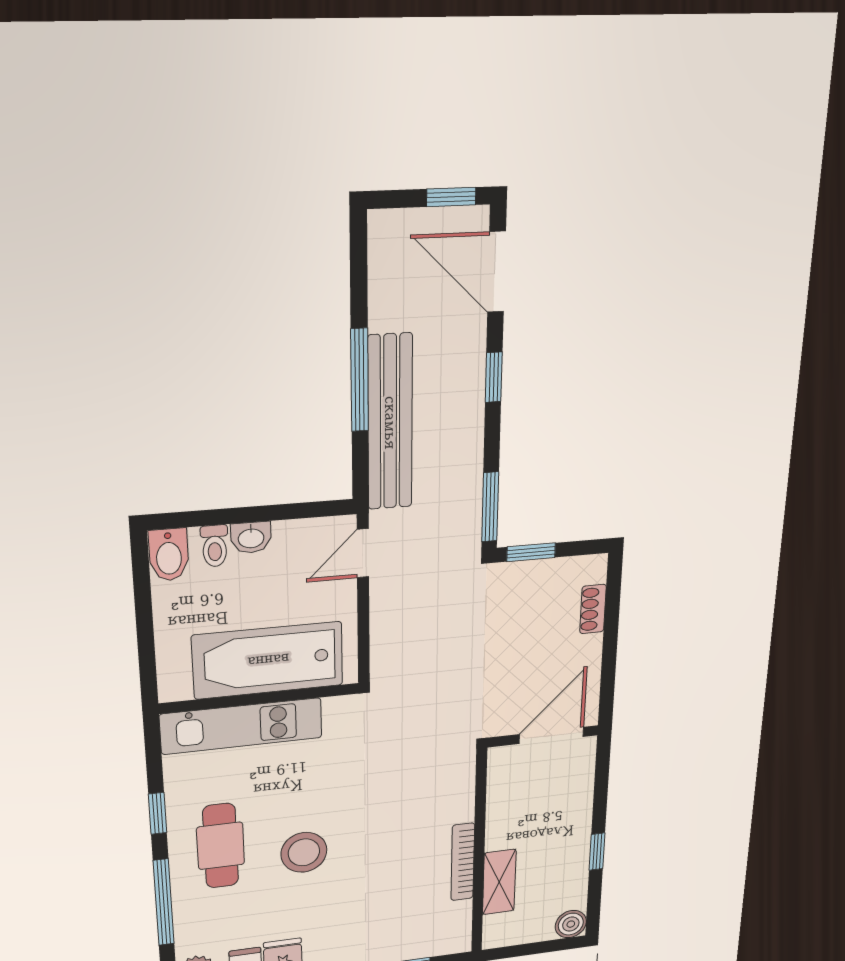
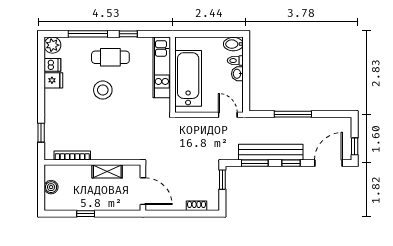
bench: (390, 423) -> (271, 152), moved
window: (490, 507) -> (255, 163), moved
bookcase: (463, 862) -> (72, 155), moved
shelving: (499, 882) -> (107, 171), moved
boiler: (571, 924) -> (51, 187), moved

